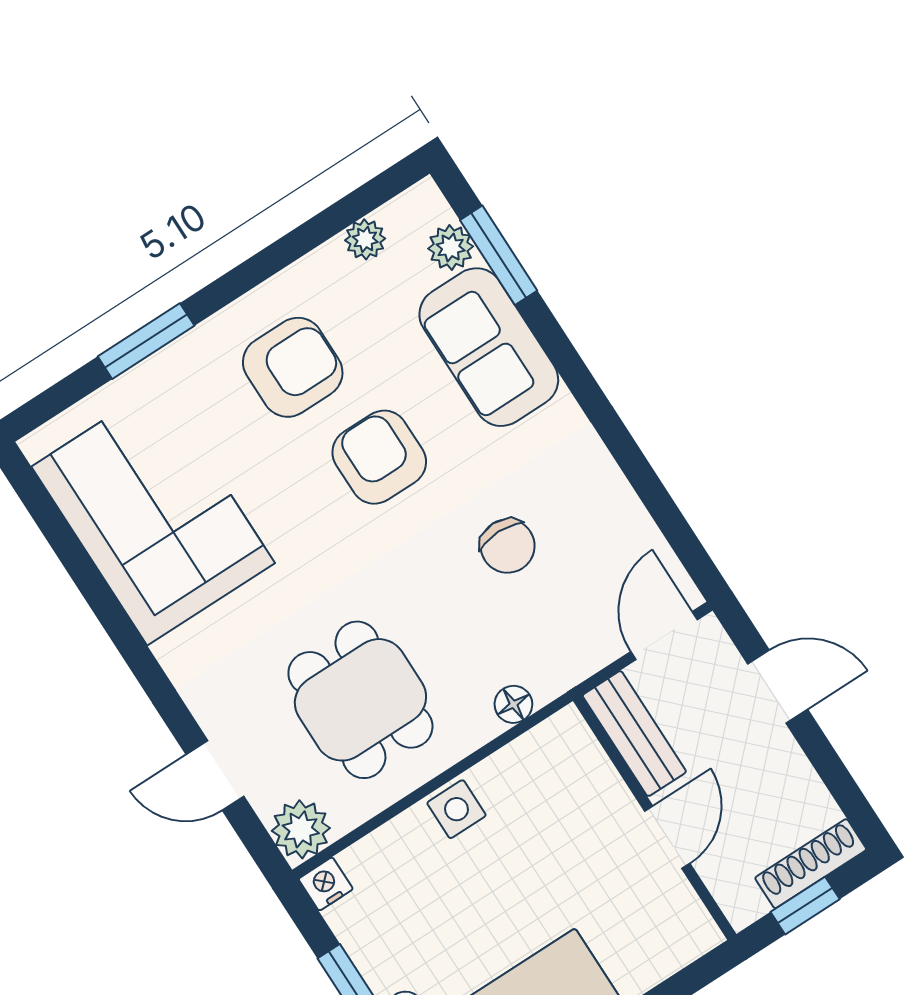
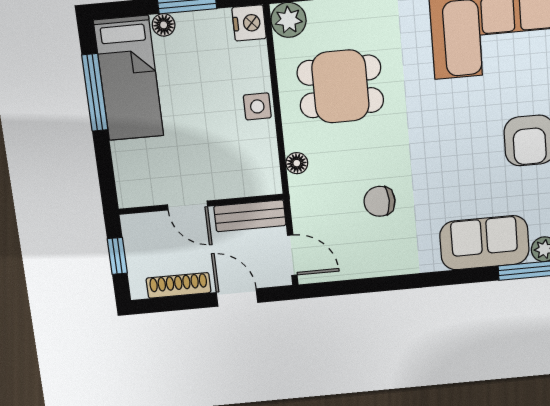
armchair: (379, 457) -> (460, 160), removed
door: (778, 687) -> (237, 297), swing flipped
shoe rack: (811, 864) -> (179, 285), moved, turned -90
nightstand: (326, 884) -> (249, 23), width x1.39, depth x1.35

